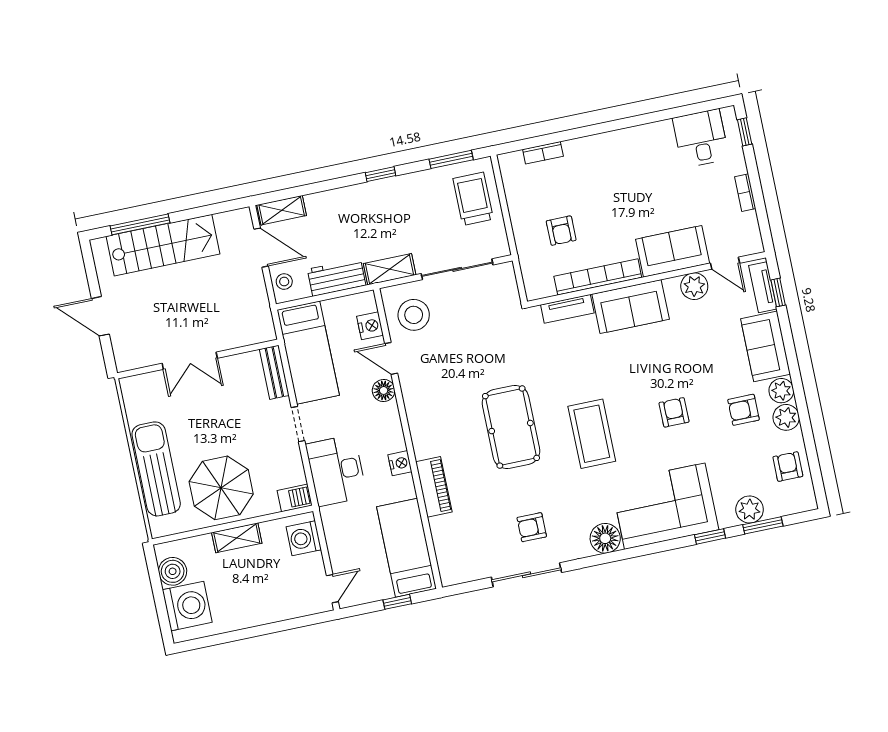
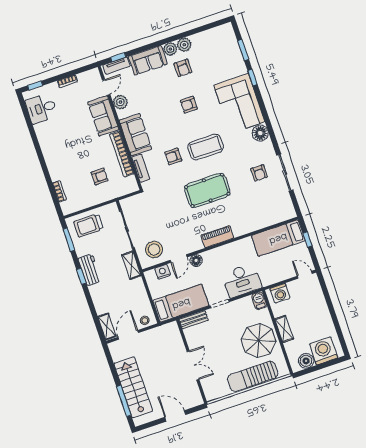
workbench: (337, 277) -> (90, 270), moved, turned 180
door: (100, 316) -> (175, 416), swing flipped
nightstand: (400, 463) -> (234, 247), removed
armchair: (788, 467) -> (173, 157), moved
piano: (434, 487) -> (217, 237), moved
plant: (750, 509) -> (236, 58), removed

